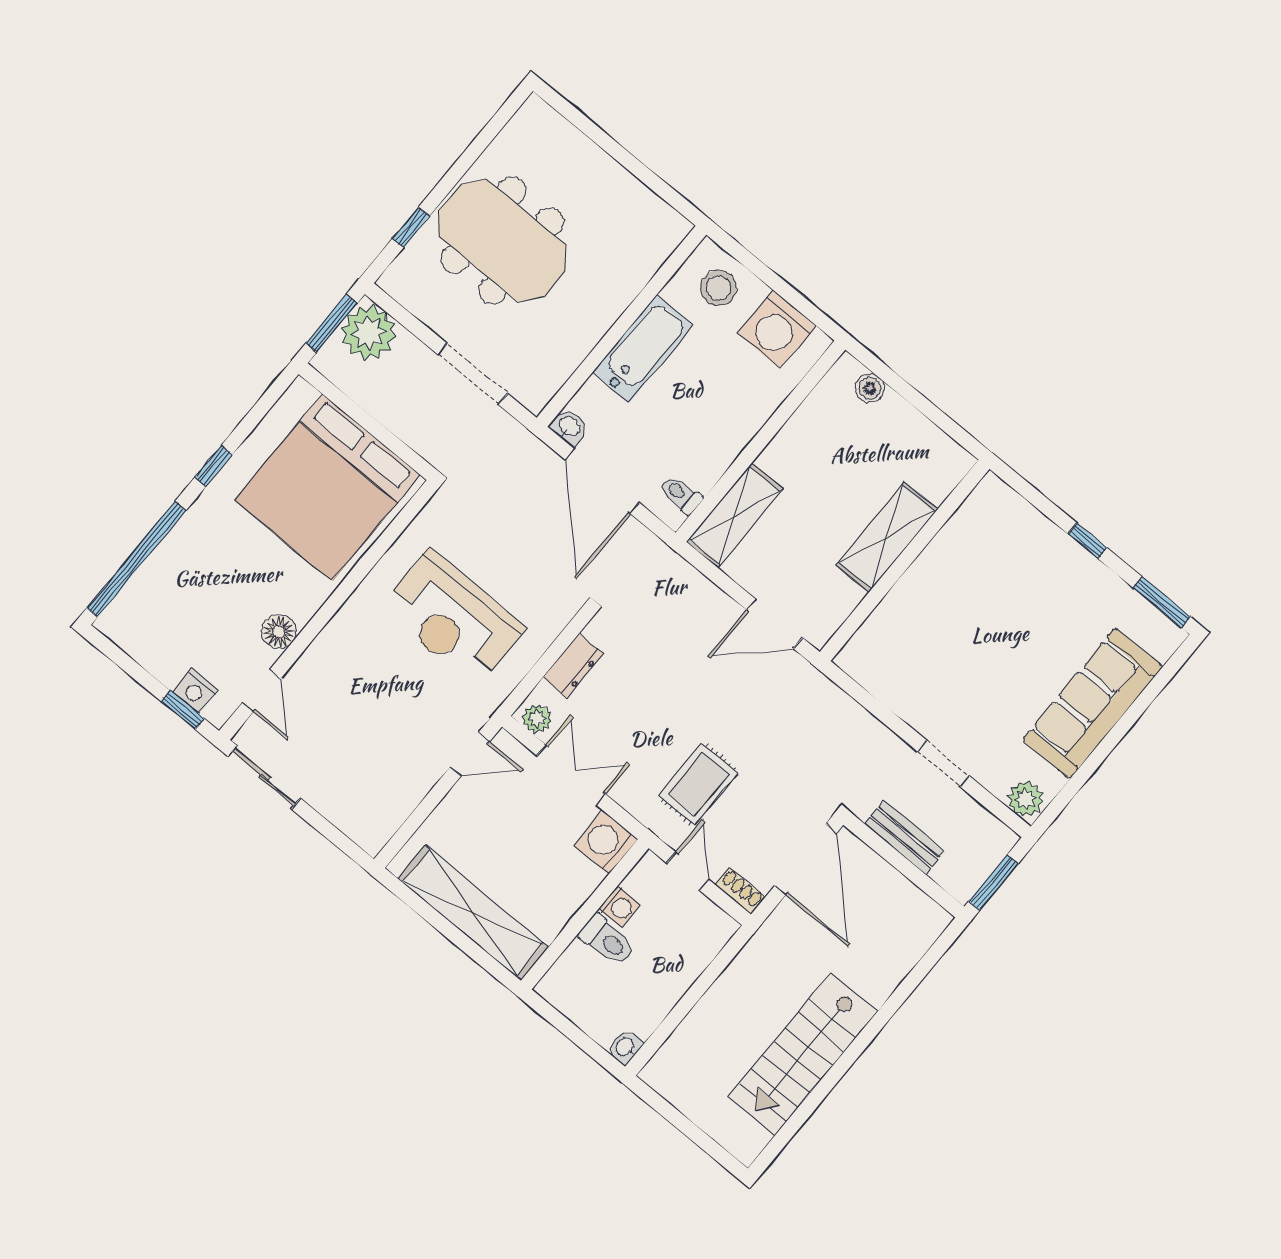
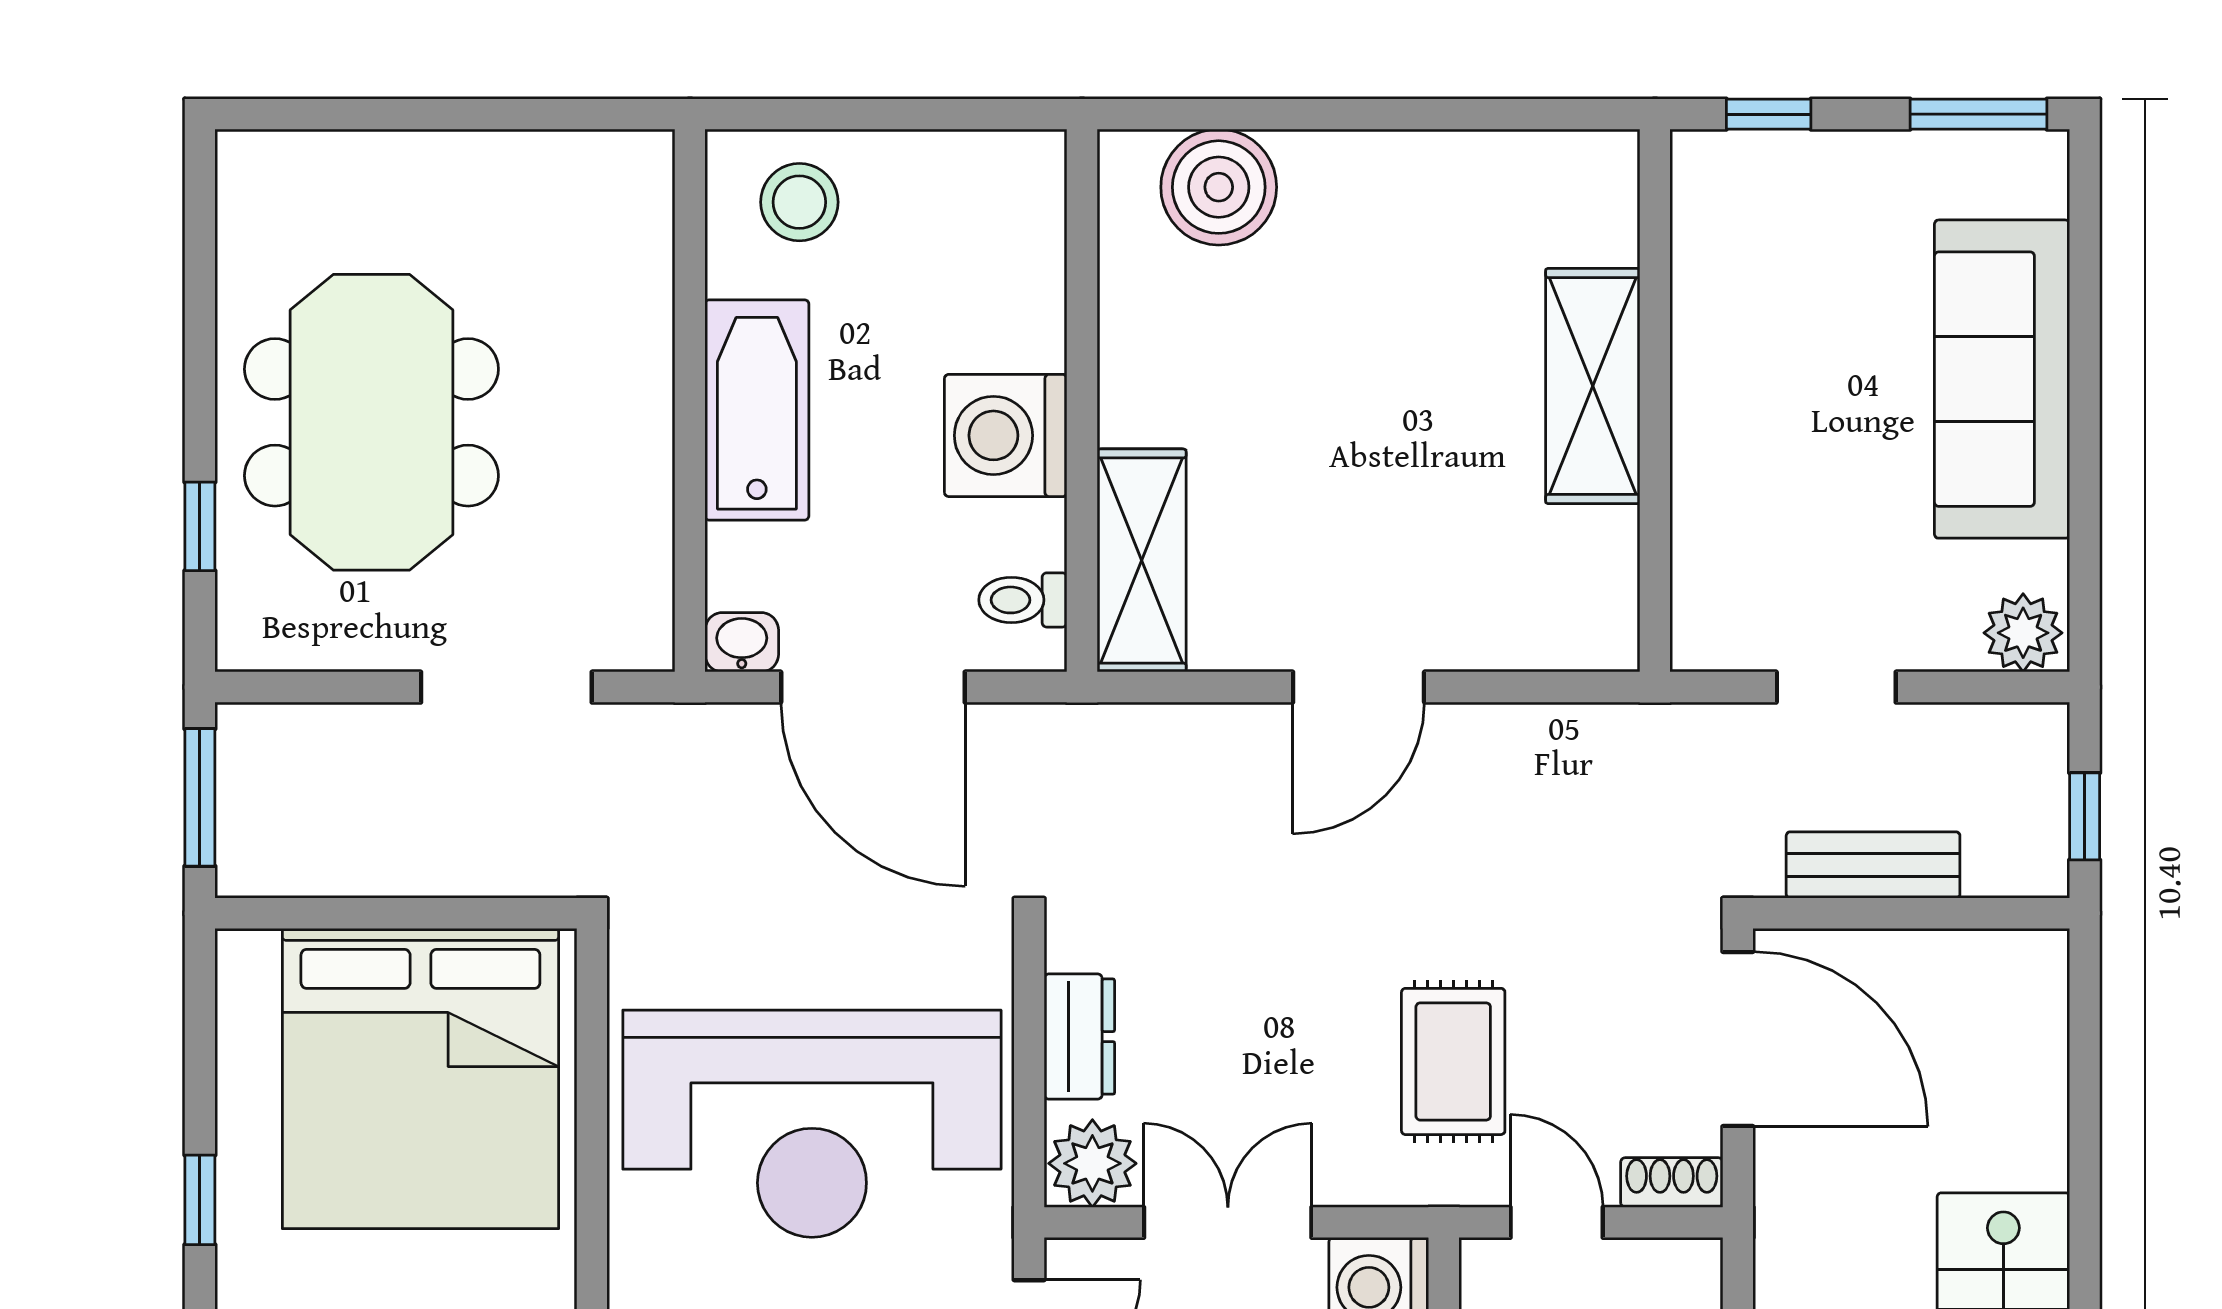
meeting table: (502, 241) -> (371, 422), turned 90
washing machine: (777, 329) -> (1006, 435), moved, turned 90
plant: (369, 333) -> (275, 762), removed
boiler: (870, 388) -> (1219, 187), width x1.86, depth x1.86
shelving: (887, 537) -> (1593, 386), moved
wall: (905, 560) -> (1655, 401), moved
reception desk: (453, 618) -> (812, 1124), width x1.36, depth x1.30
plant: (537, 719) -> (1092, 1163), width x1.38, depth x1.38
window: (994, 882) -> (2085, 816), width x0.67

